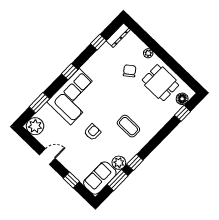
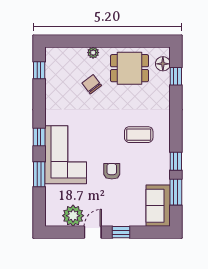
dresser: (118, 35) -> (51, 62), removed
window: (98, 42) -> (39, 70), moved
window: (39, 103) -> (39, 174), moved
plant: (35, 126) -> (73, 216), moved
plant: (119, 163) -> (162, 176), removed
window: (71, 180) -> (121, 232), moved

